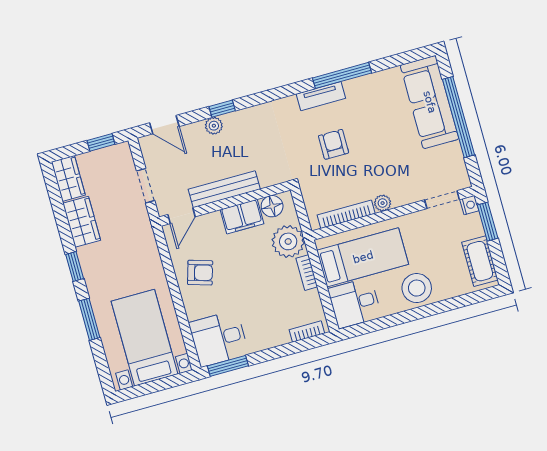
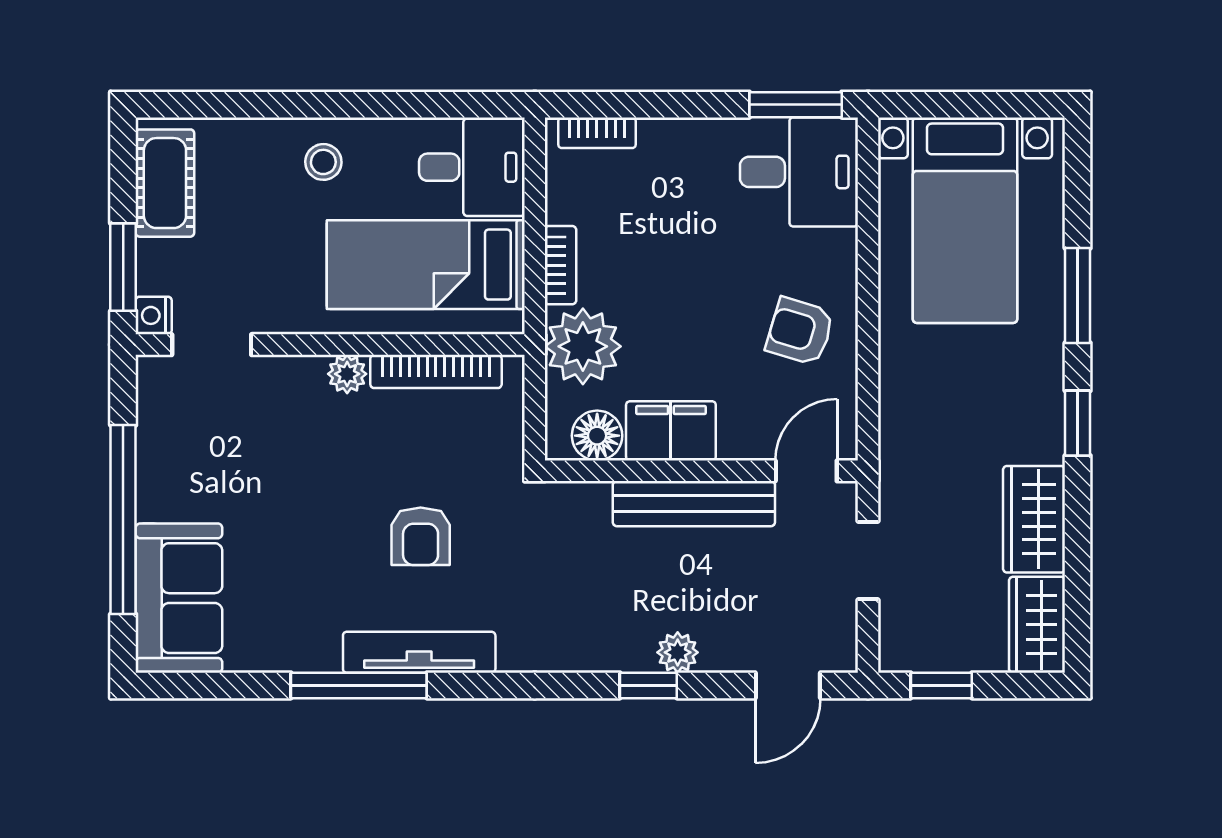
tv unit: (321, 96) -> (419, 652), width x1.41
sofa: (430, 102) -> (179, 598), width x0.73
door: (164, 125) -> (788, 685), swing flipped
stool: (417, 288) -> (323, 162), width x0.53, depth x0.53

